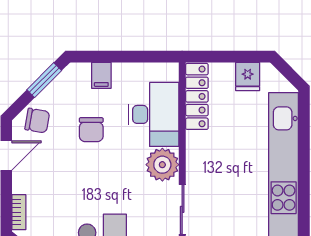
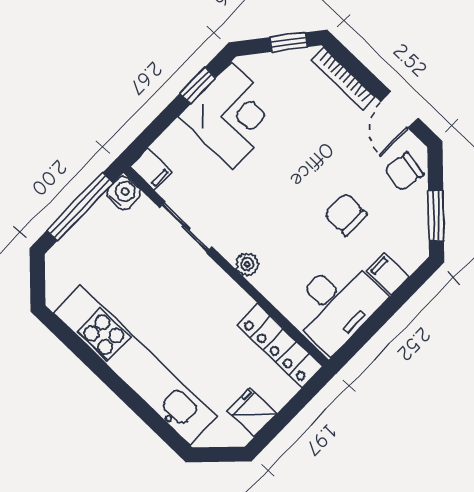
desk: (154, 114) -> (336, 304), moved, turned -90
plant: (162, 165) -> (247, 264), width x0.53, depth x0.53
bookcase: (19, 212) -> (343, 79), width x1.56

